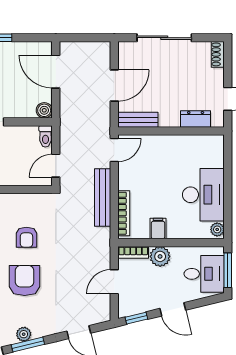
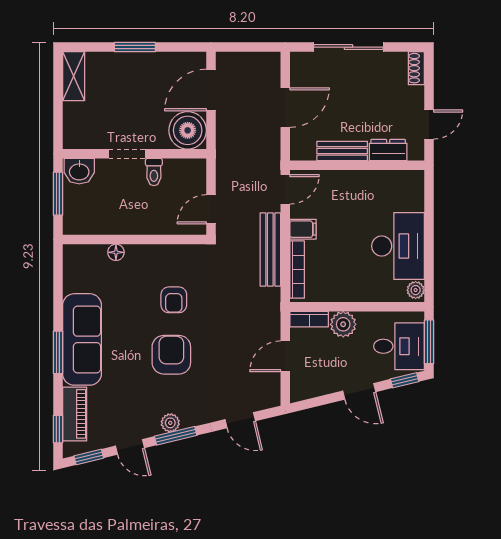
door: (56, 72) -> (211, 90), hinge flipped
boiler: (44, 110) -> (188, 130), width x1.86, depth x1.86
bench: (138, 120) -> (342, 151), moved
toilet: (45, 136) -> (154, 172), moved
filing cabinet: (158, 229) -> (303, 229), moved, turned 90
window: (136, 318) -> (405, 380), moved

